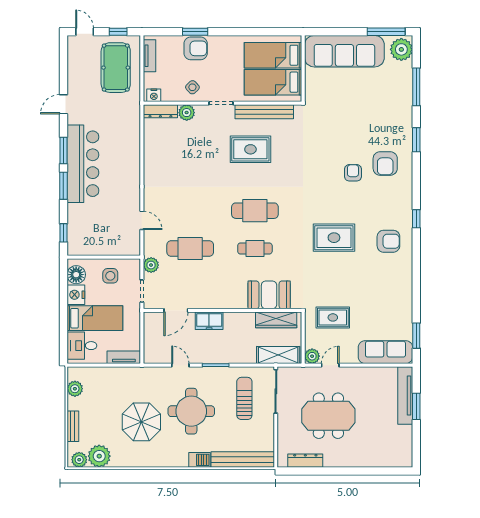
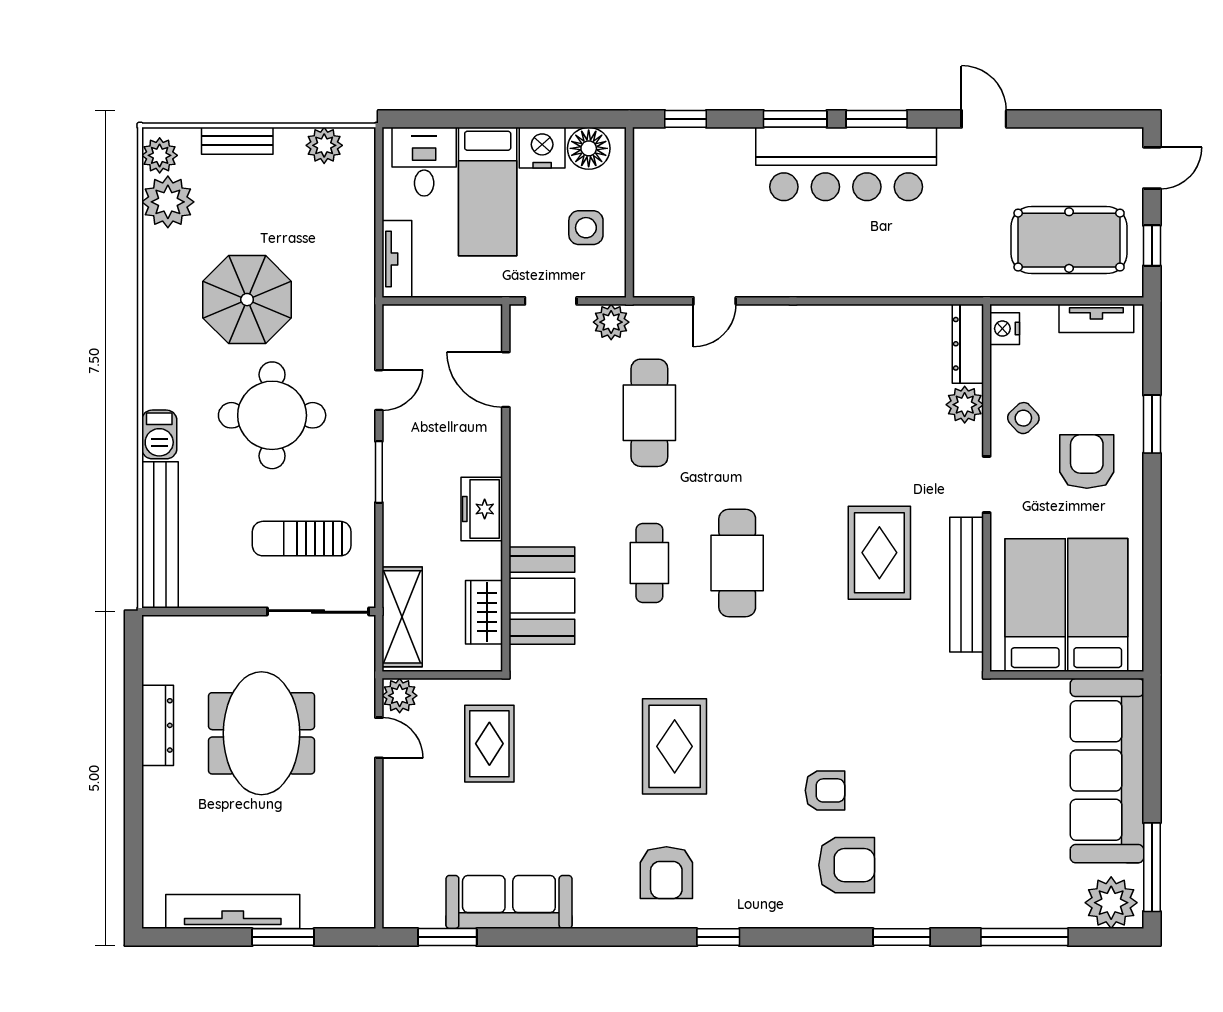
armchair: (196, 48) -> (1087, 461), moved, turned 180
armchair: (385, 163) -> (847, 865), turned 180
wardrobe: (276, 320) -> (484, 612), width x0.67
freezer: (209, 321) -> (482, 509), moved
sofa: (385, 352) -> (509, 902), moved, turned -90
tv unit: (405, 395) -> (233, 912), moved
sun lounger: (244, 398) -> (302, 539), turned 180
dresser: (305, 461) -> (158, 725), moved

